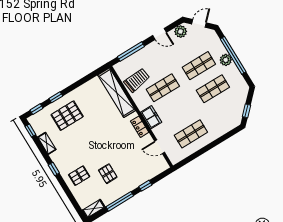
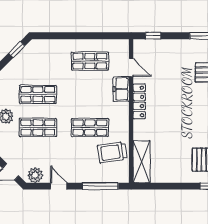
shelving: (117, 93) -> (142, 162), width x0.68
freezer: (151, 117) -> (121, 89), moved
locker: (140, 127) -> (139, 101), width x1.53
window: (145, 186) -> (153, 36), moved

